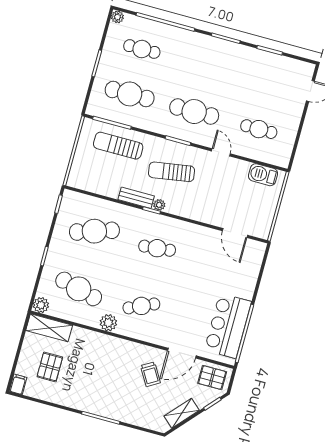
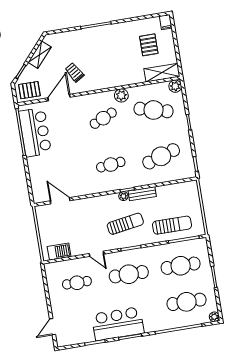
cafe table: (142, 49) -> (187, 302), width x1.37, depth x1.35
bar counter: (233, 60) -> (118, 324), added

